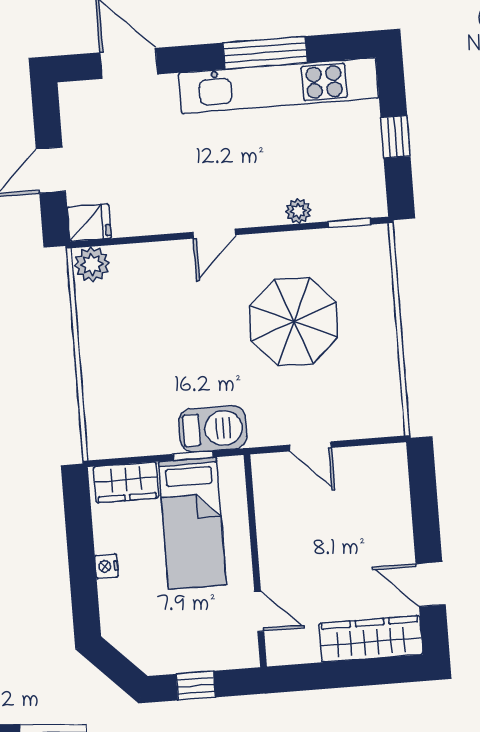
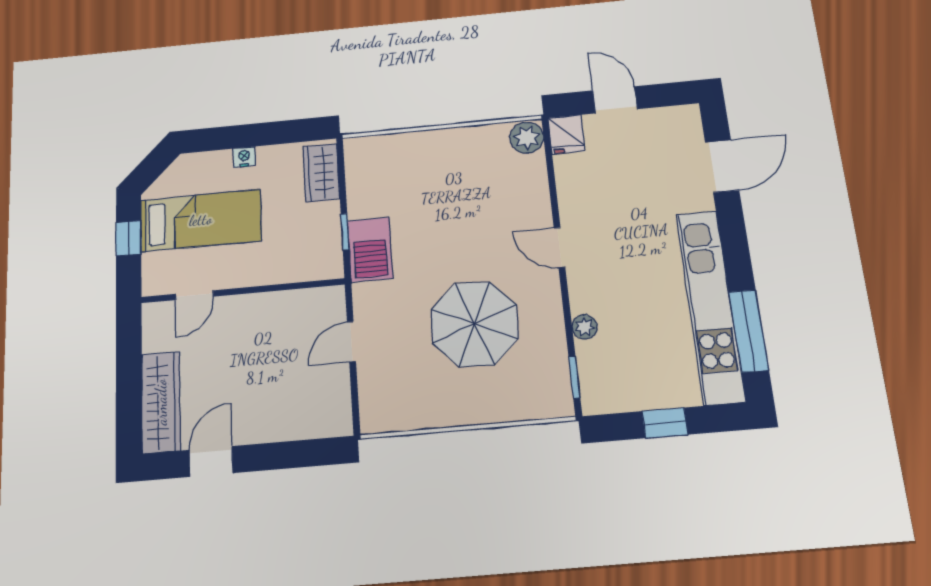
window: (265, 53) -> (749, 331), moved
bed: (192, 523) -> (201, 220), moved, turned 180

